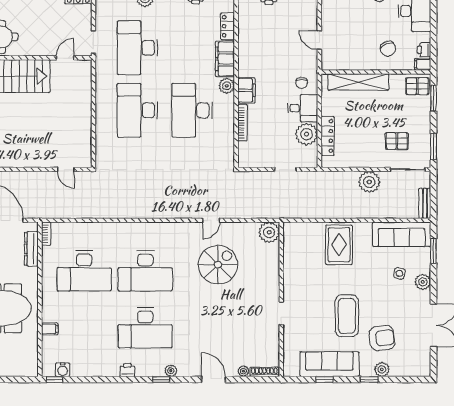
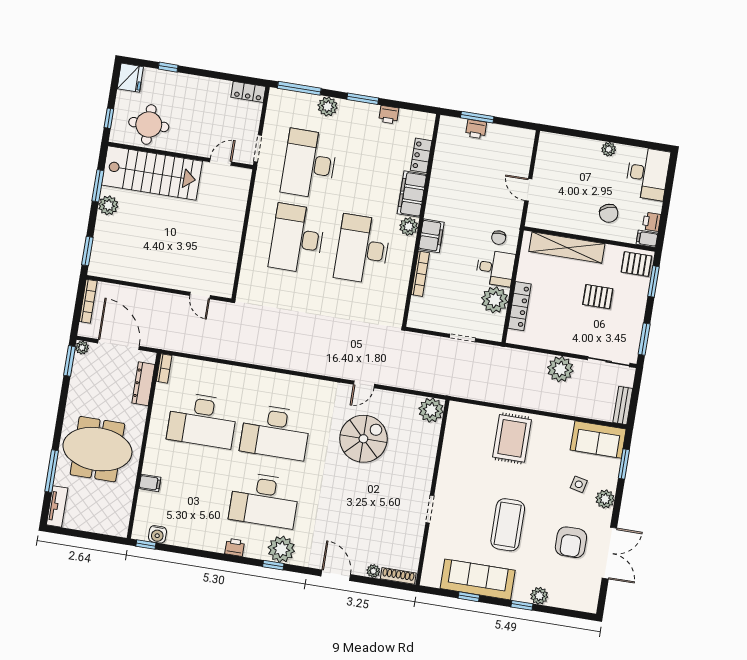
pallet: (397, 141) -> (598, 297), moved
sofa: (402, 234) -> (598, 440), width x0.73
armchair: (382, 338) -> (571, 542), moved, turned 98
plant: (171, 371) -> (281, 549), width x1.87, depth x1.87

